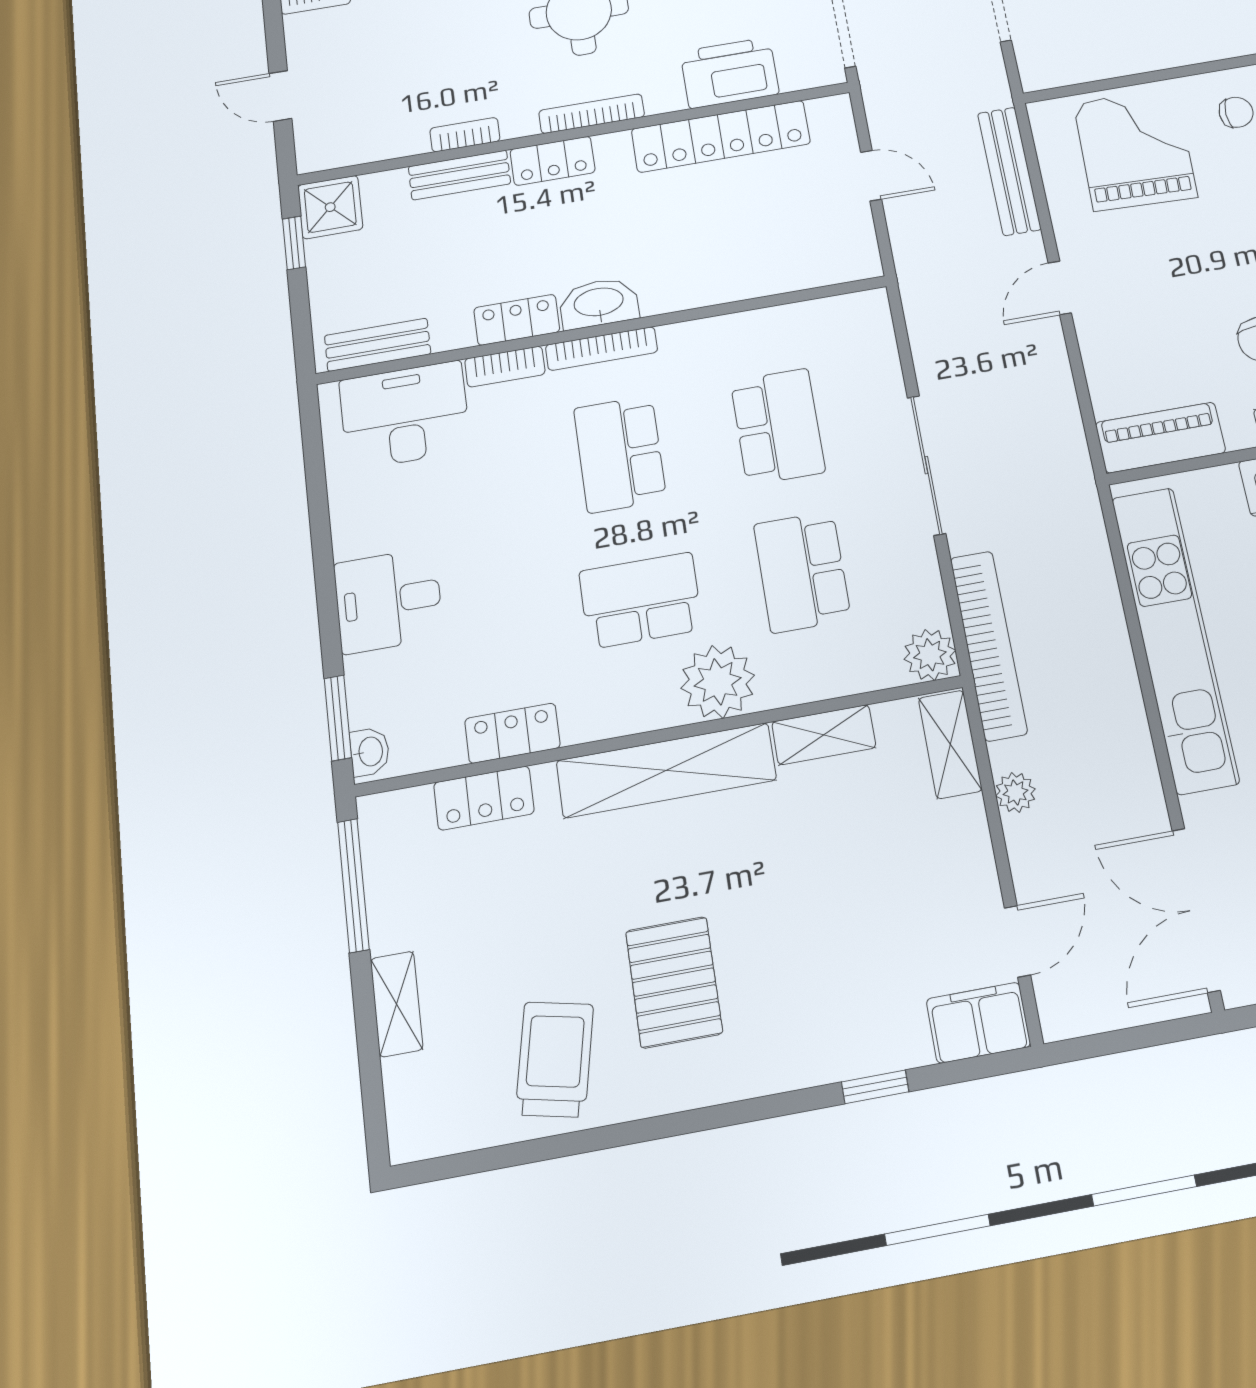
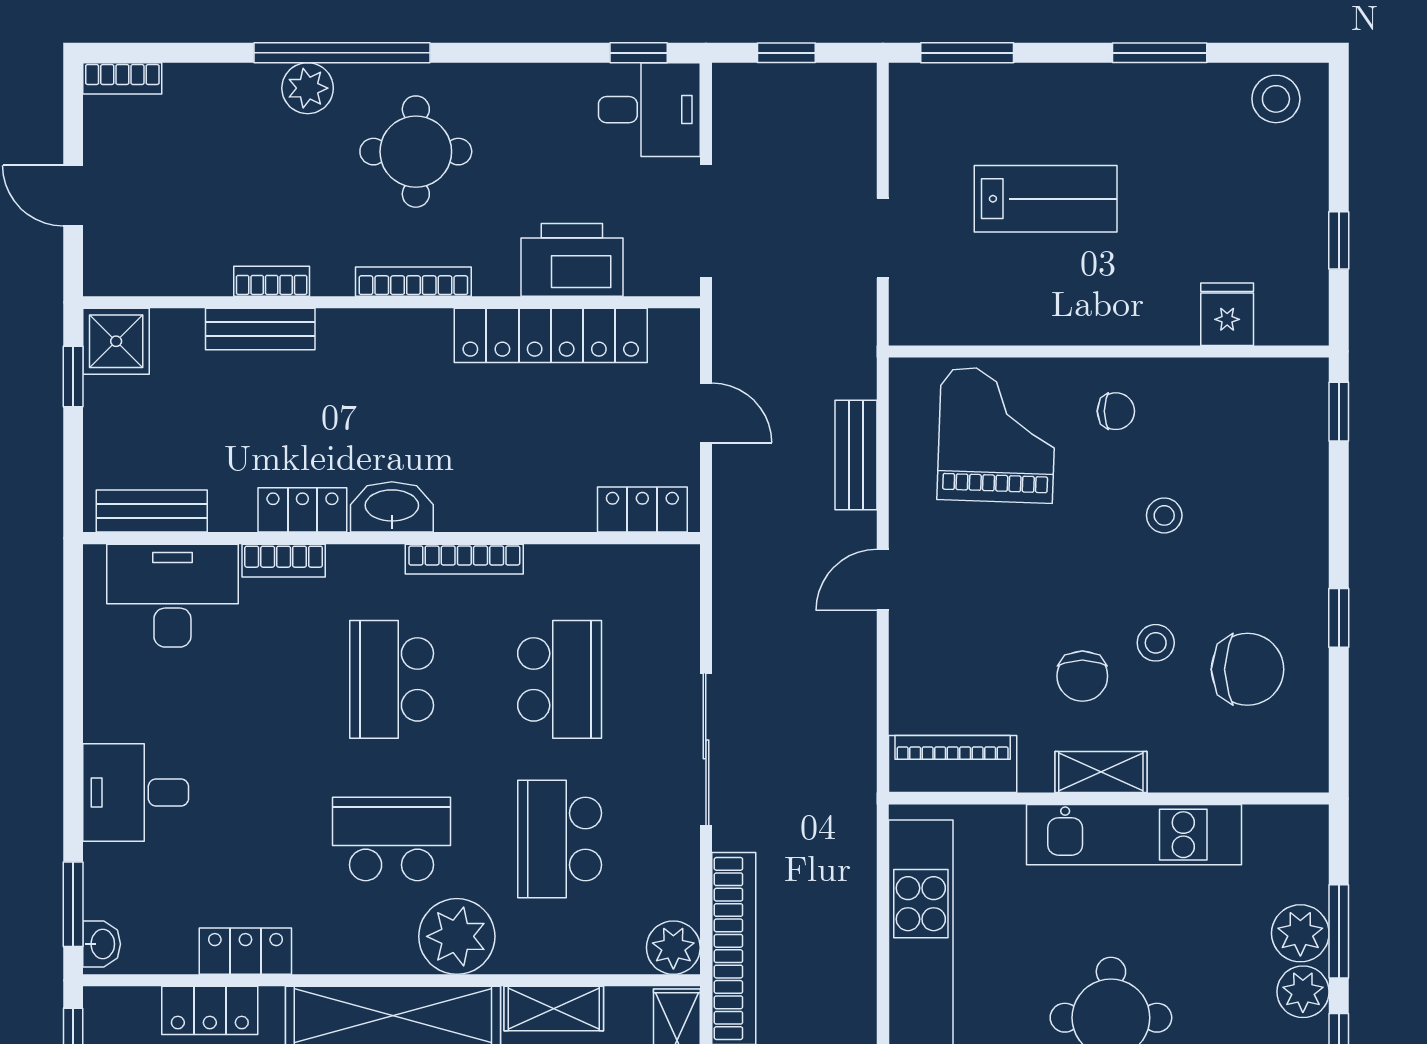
locker: (553, 161) -> (642, 510), moved, turned 180
bench: (1009, 171) -> (856, 455), width x0.73
bookcase: (601, 349) -> (464, 559), moved

